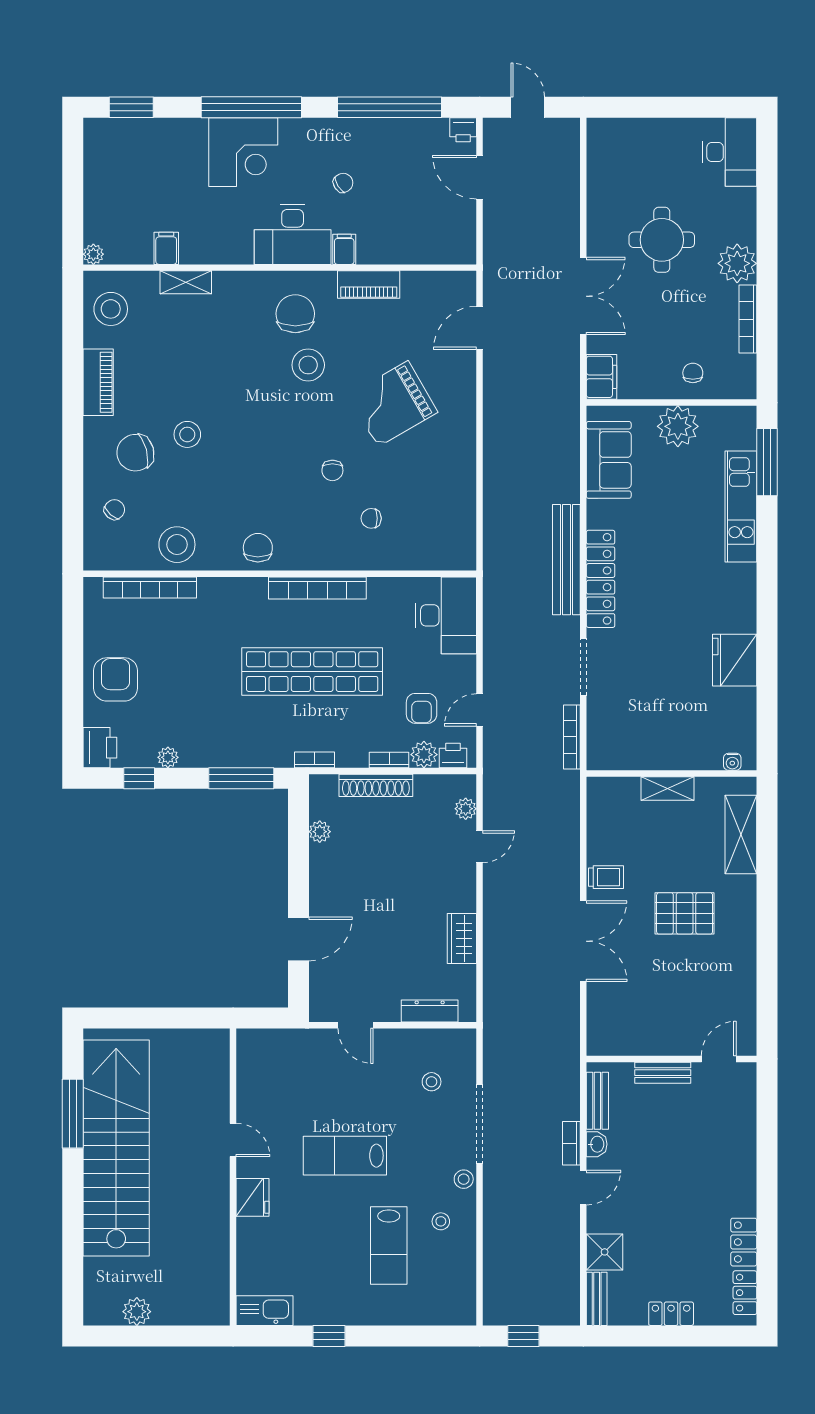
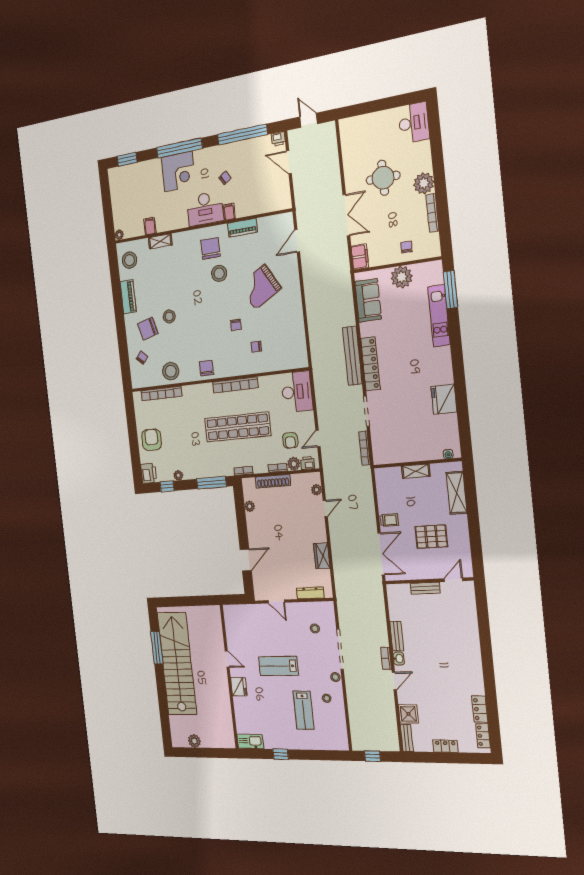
wall: (672, 1059) -> (429, 581), moved
door: (719, 1059) -> (454, 580), moved
bench: (663, 1073) -> (425, 588), moved

